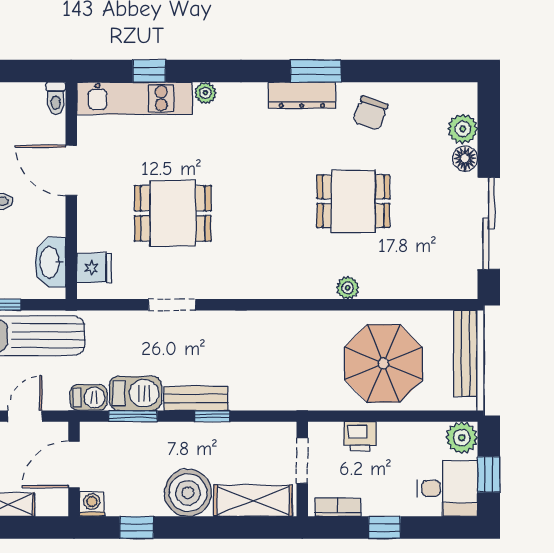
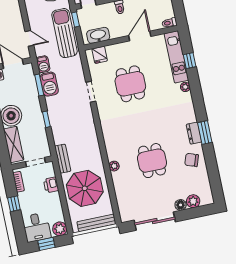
dresser: (302, 95) -> (194, 133), width x0.70
bench: (196, 398) -> (63, 159), moved

